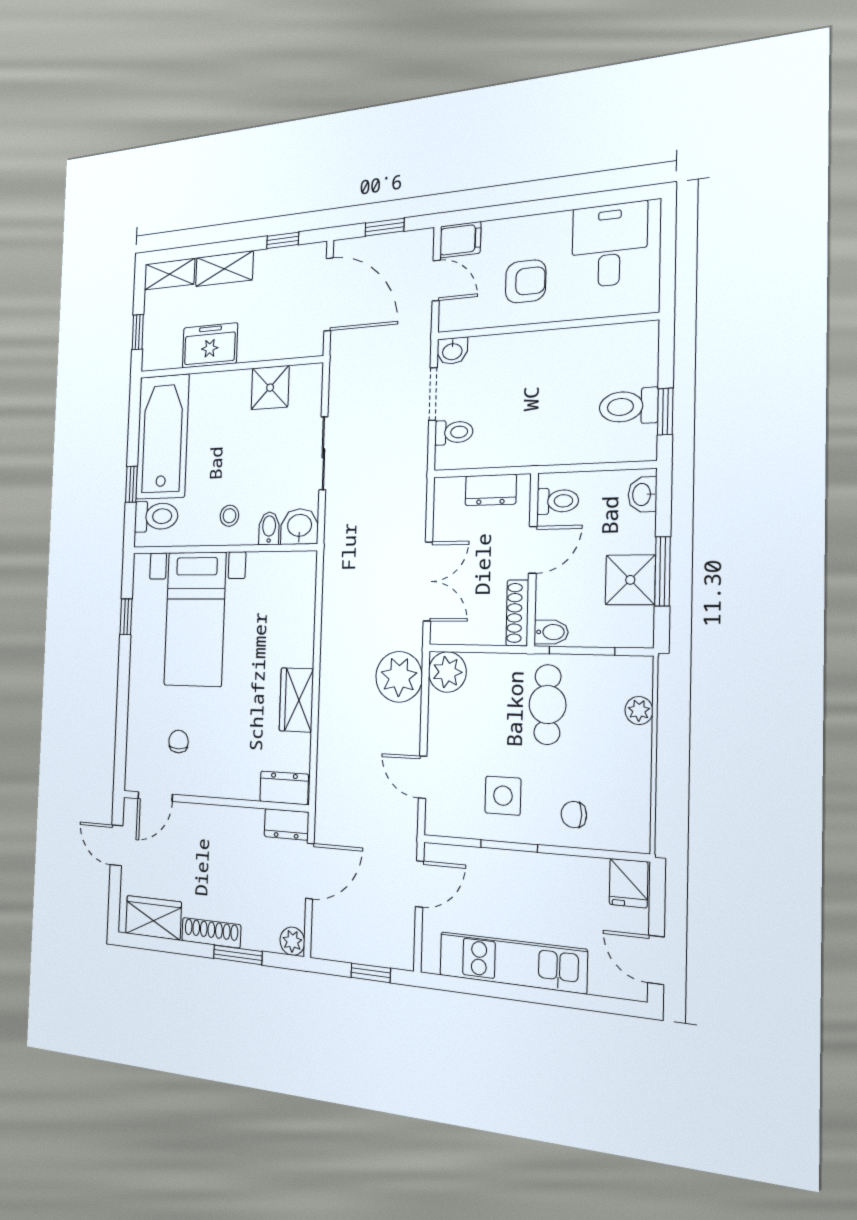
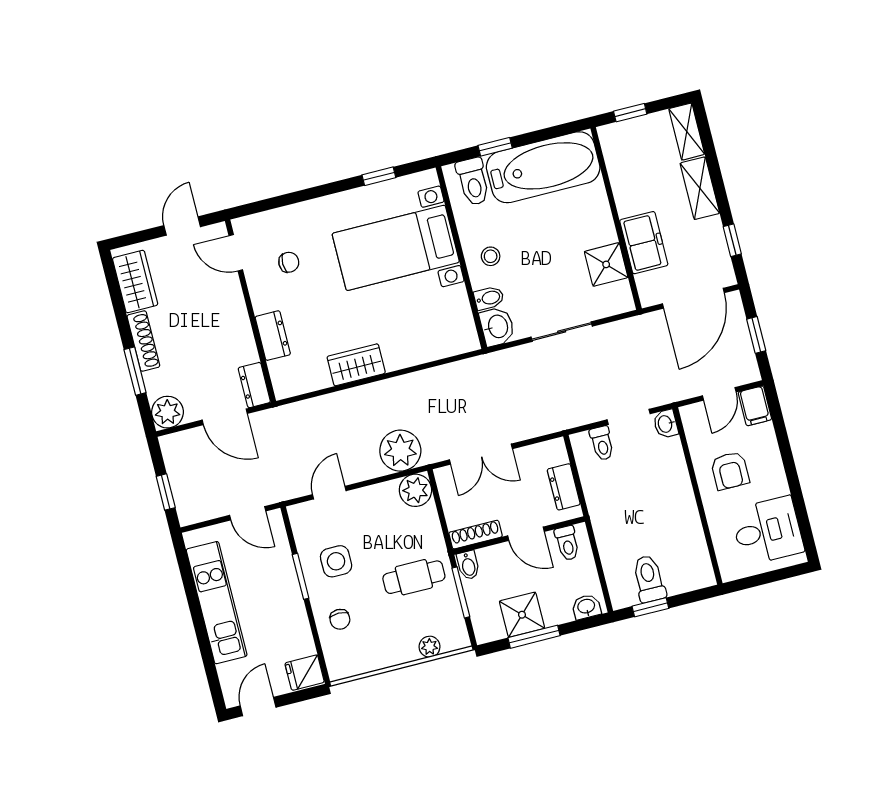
freezer: (210, 345) -> (644, 243), moved
dresser: (284, 788) -> (273, 336), moved
chair: (574, 815) -> (340, 619), turned 180
plant: (292, 941) -> (167, 412), width x1.38, depth x1.38

